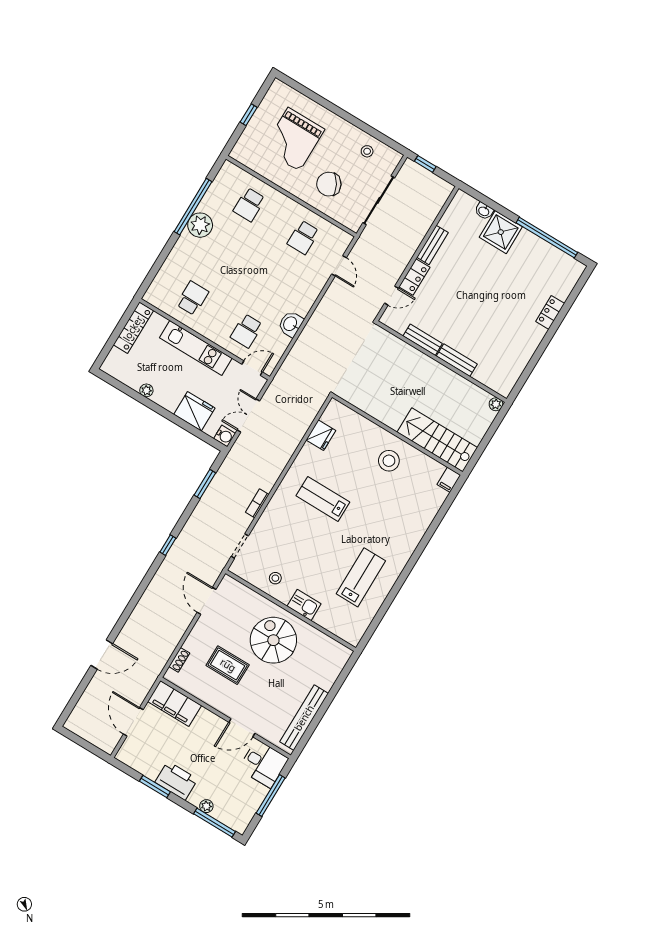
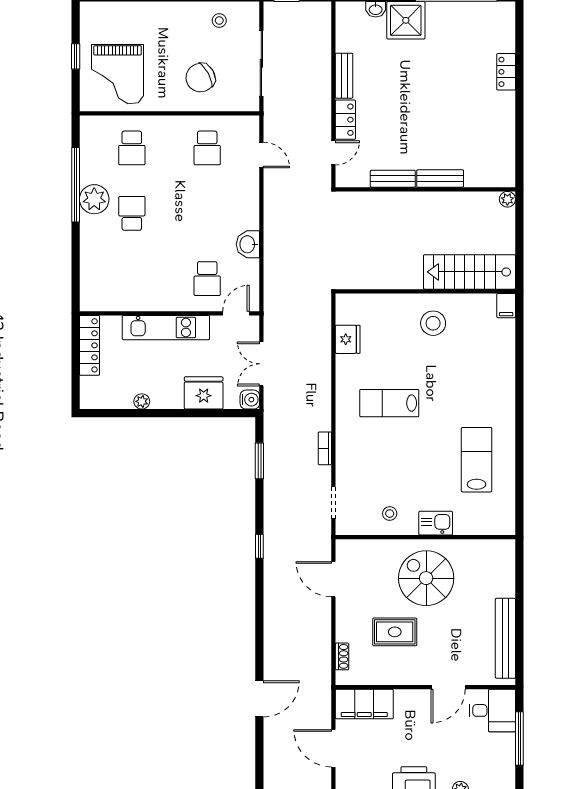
grand piano: (294, 139) -> (118, 74), moved
school desk: (193, 298) -> (132, 213), moved

